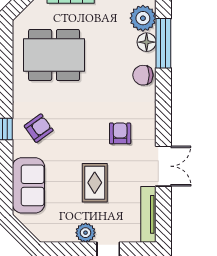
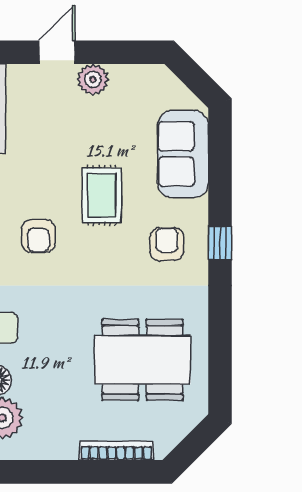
armchair: (39, 128) -> (167, 244), turned 126
rug: (95, 183) -> (102, 195), moved

